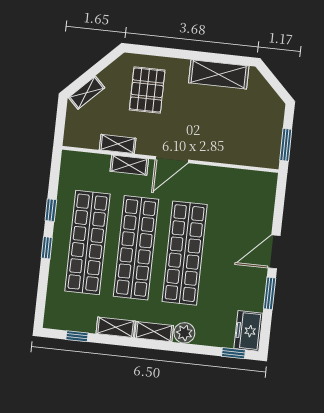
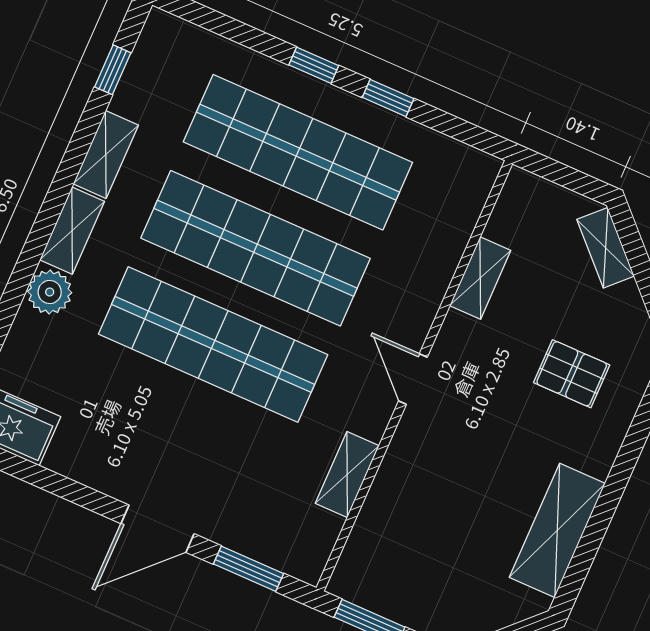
pallet: (147, 90) -> (572, 374), width x0.67, depth x0.71
door: (172, 160) -> (413, 379), width x0.73
shelving: (129, 165) -> (347, 475), moved
door: (274, 252) -> (158, 529), swing flipped
window: (270, 293) -> (249, 569), moved

